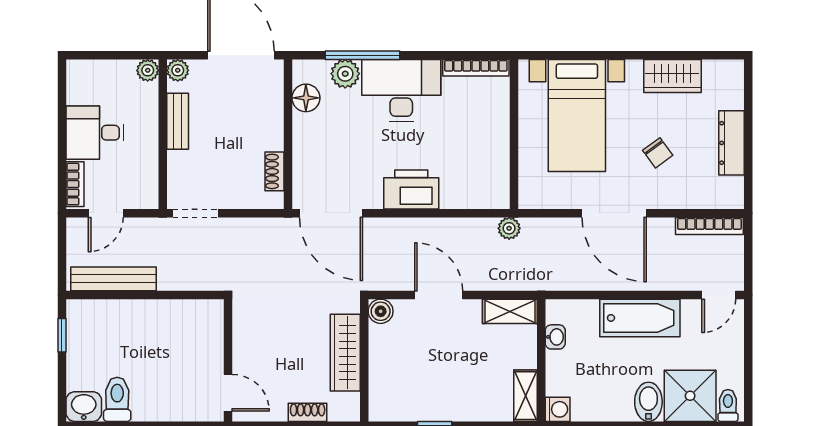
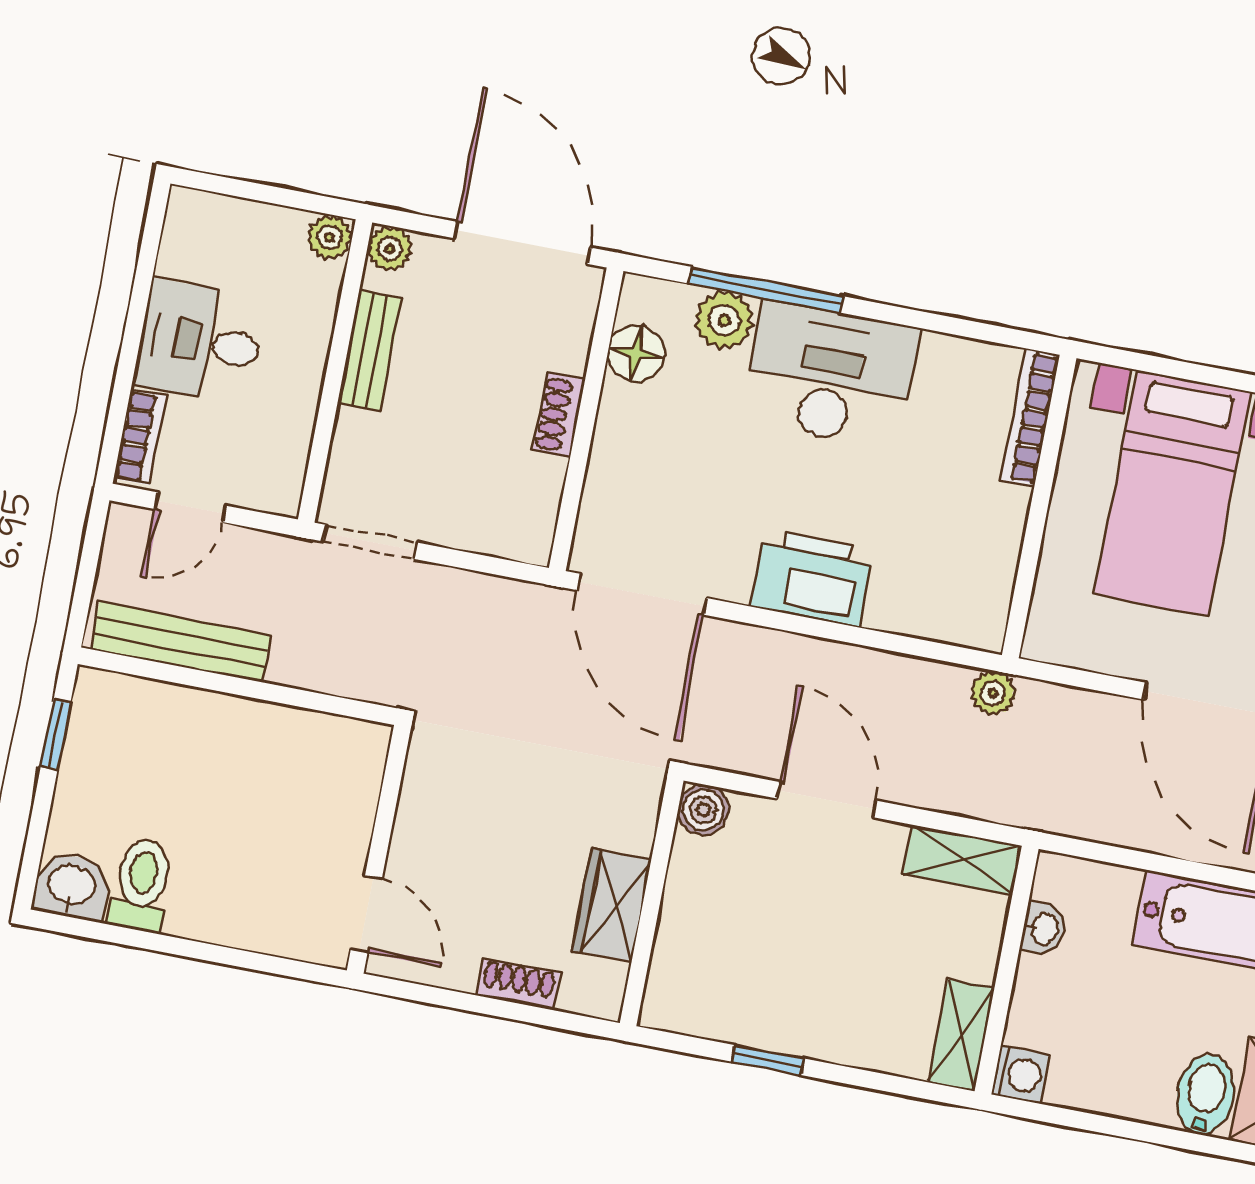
bookcase: (476, 68) -> (1030, 418), moved, turned 90
shoe rack: (274, 171) -> (559, 415), moved
wardrobe: (345, 353) -> (612, 905), width x0.67

